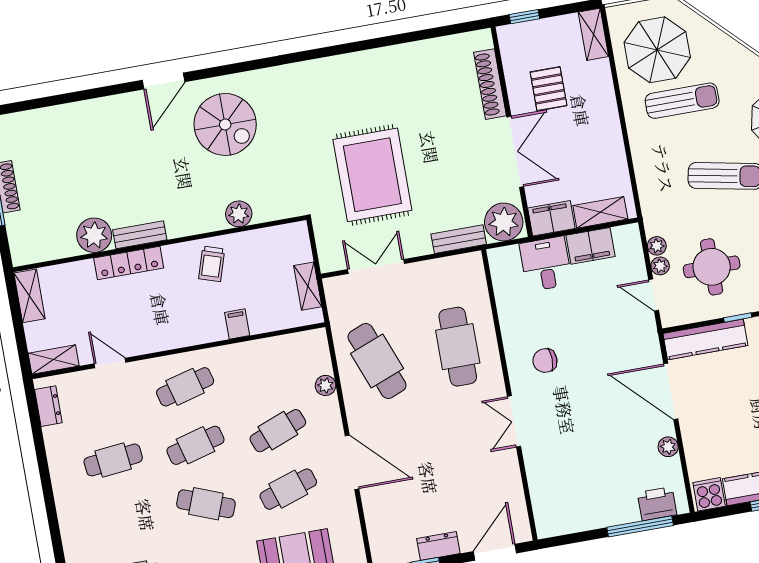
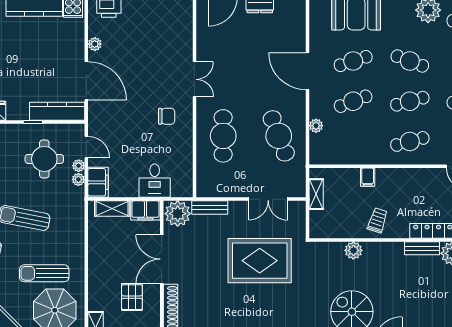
rug: (372, 175) -> (260, 261), turned 90
filing cabinet: (590, 246) -> (98, 182), moved, turned 90

